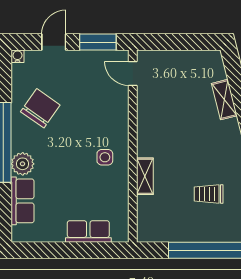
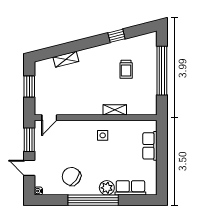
window: (182, 42) -> (29, 87), added

